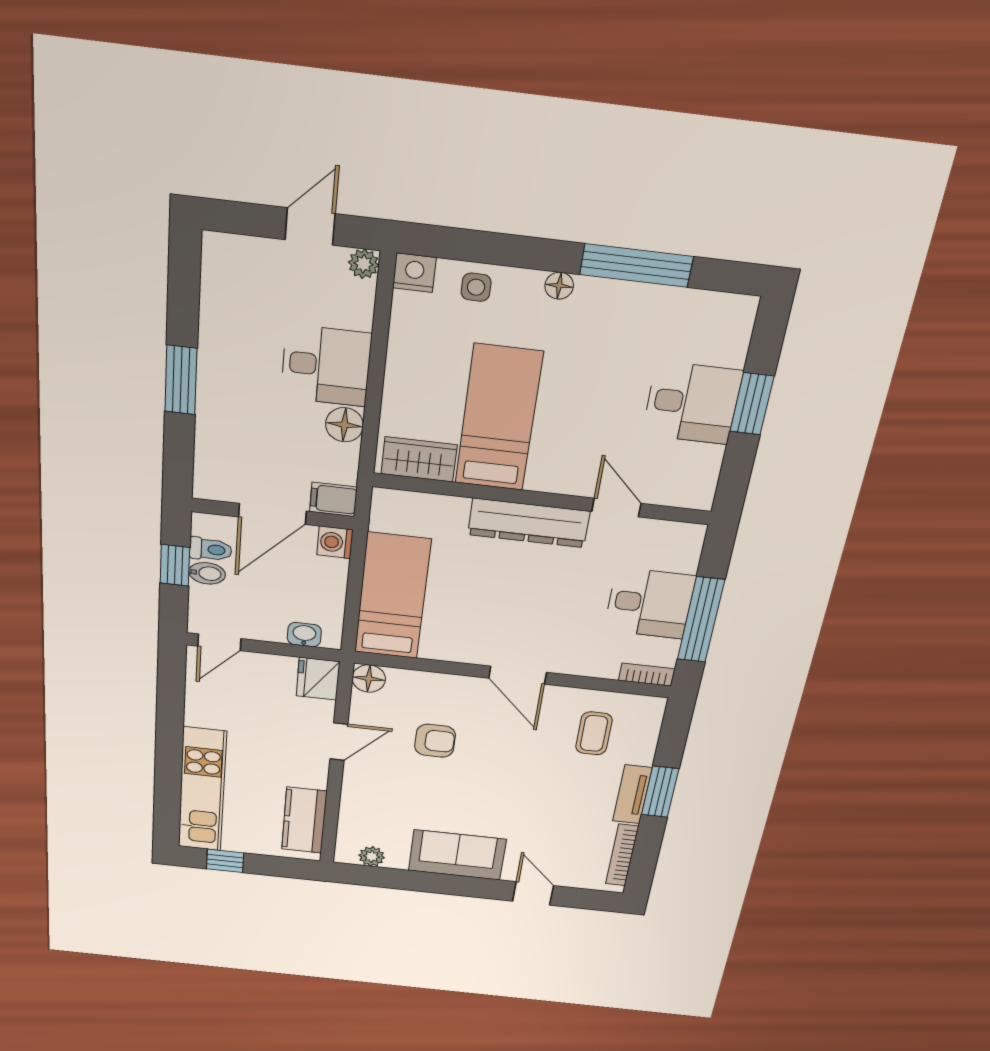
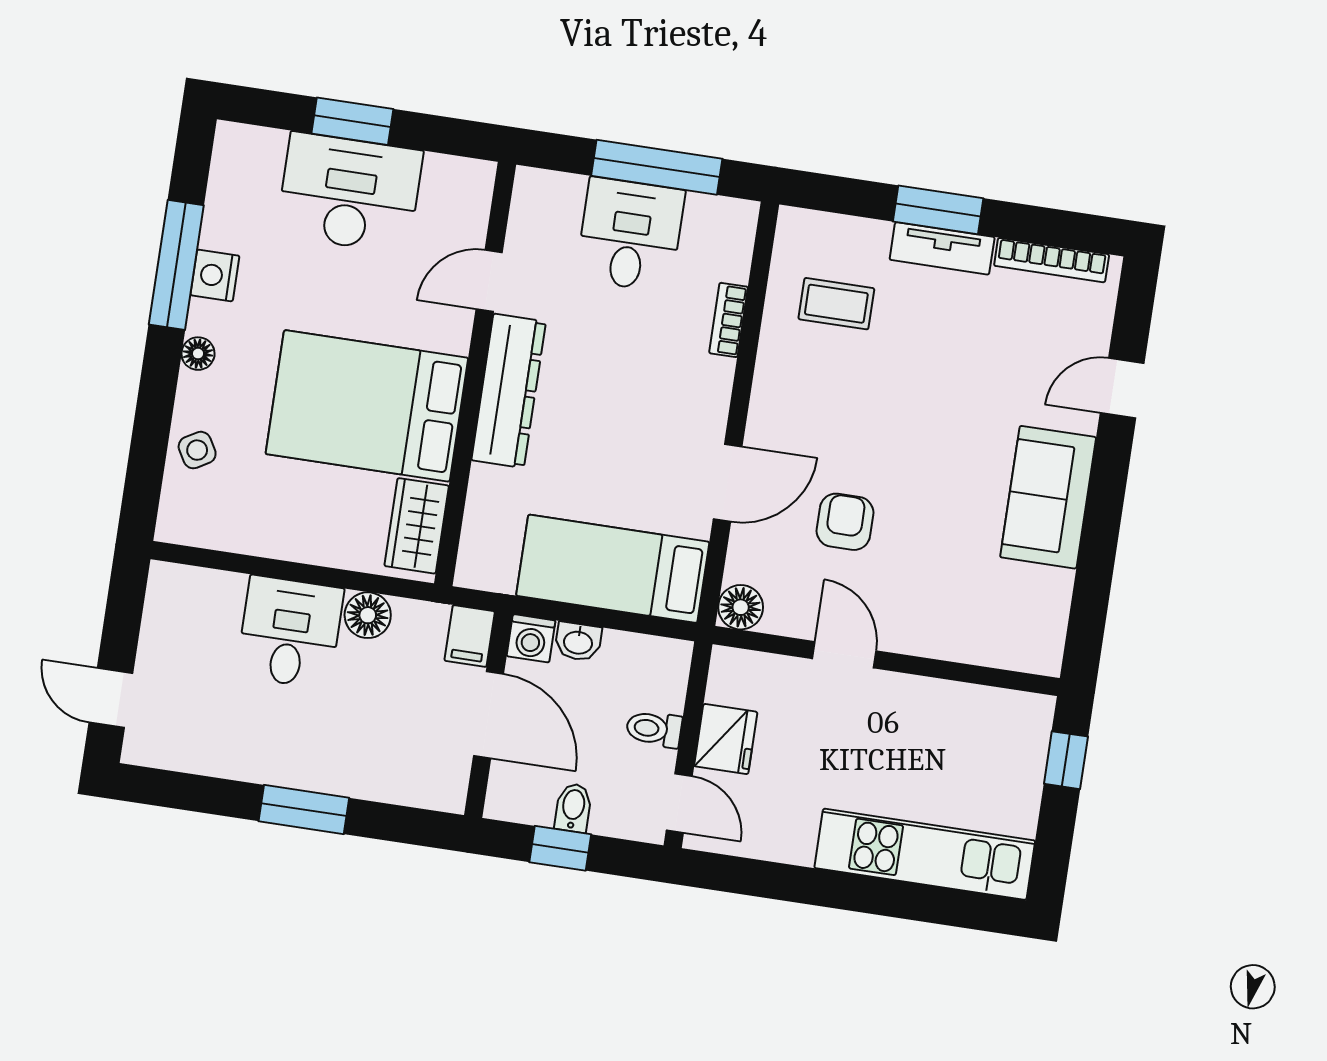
door: (310, 227) -> (111, 698), moved
plant: (364, 264) -> (165, 579), removed
nightstand: (414, 273) -> (215, 275), moved
side table: (476, 287) -> (197, 450), turned -30
desk: (692, 403) -> (350, 193), width x1.37
bed: (499, 418) -> (367, 406), width x1.50
toilet: (211, 549) -> (654, 729), moved, turned -90
washbasin: (304, 635) -> (578, 642), moved, turned -90
door: (518, 675) -> (728, 483), moved
bookcase: (647, 675) -> (728, 320), moved
fridge: (318, 679) -> (726, 739), moved, turned -90
kitchen counter: (304, 820) -> (981, 714), removed
plant: (372, 856) -> (1049, 621), removed
window: (225, 861) -> (1066, 760), moved

